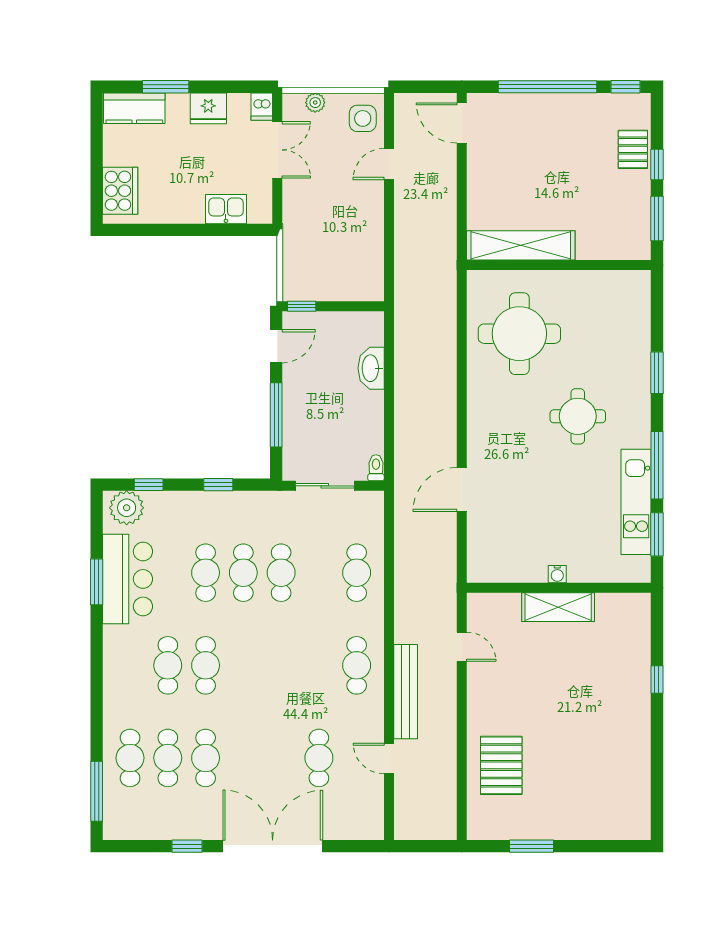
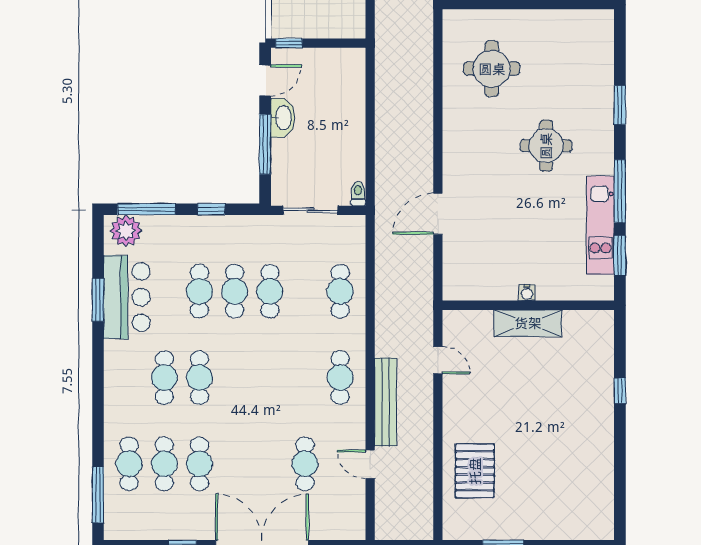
round table: (519, 334) -> (492, 69), width x0.73, depth x0.73
washbasin: (371, 368) -> (283, 118), moved, turned 180
window: (149, 485) -> (146, 209), width x2.17

